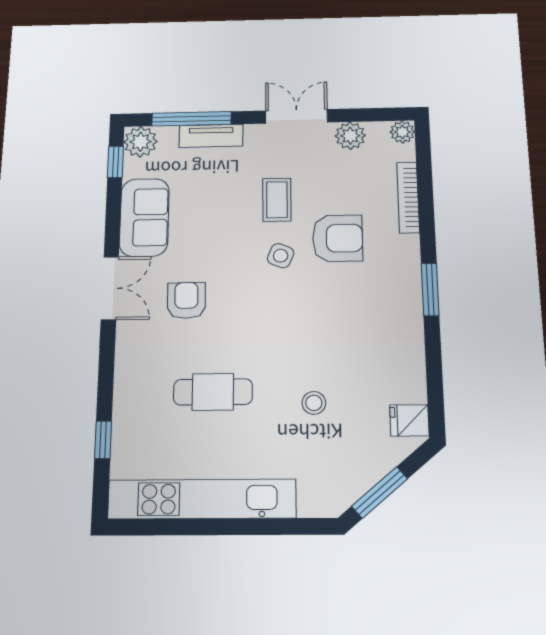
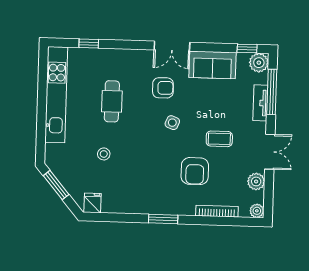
side table: (281, 256) -> (172, 123), moved

